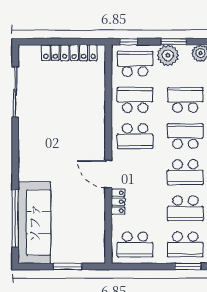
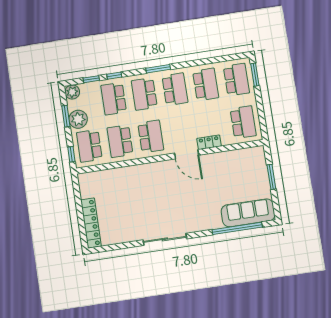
locker: (69, 53) -> (91, 223), moved
sliding door: (15, 92) -> (165, 239), moved
door: (108, 174) -> (187, 154), hinge flipped
sofa: (34, 223) -> (248, 213), width x0.74, depth x0.79

